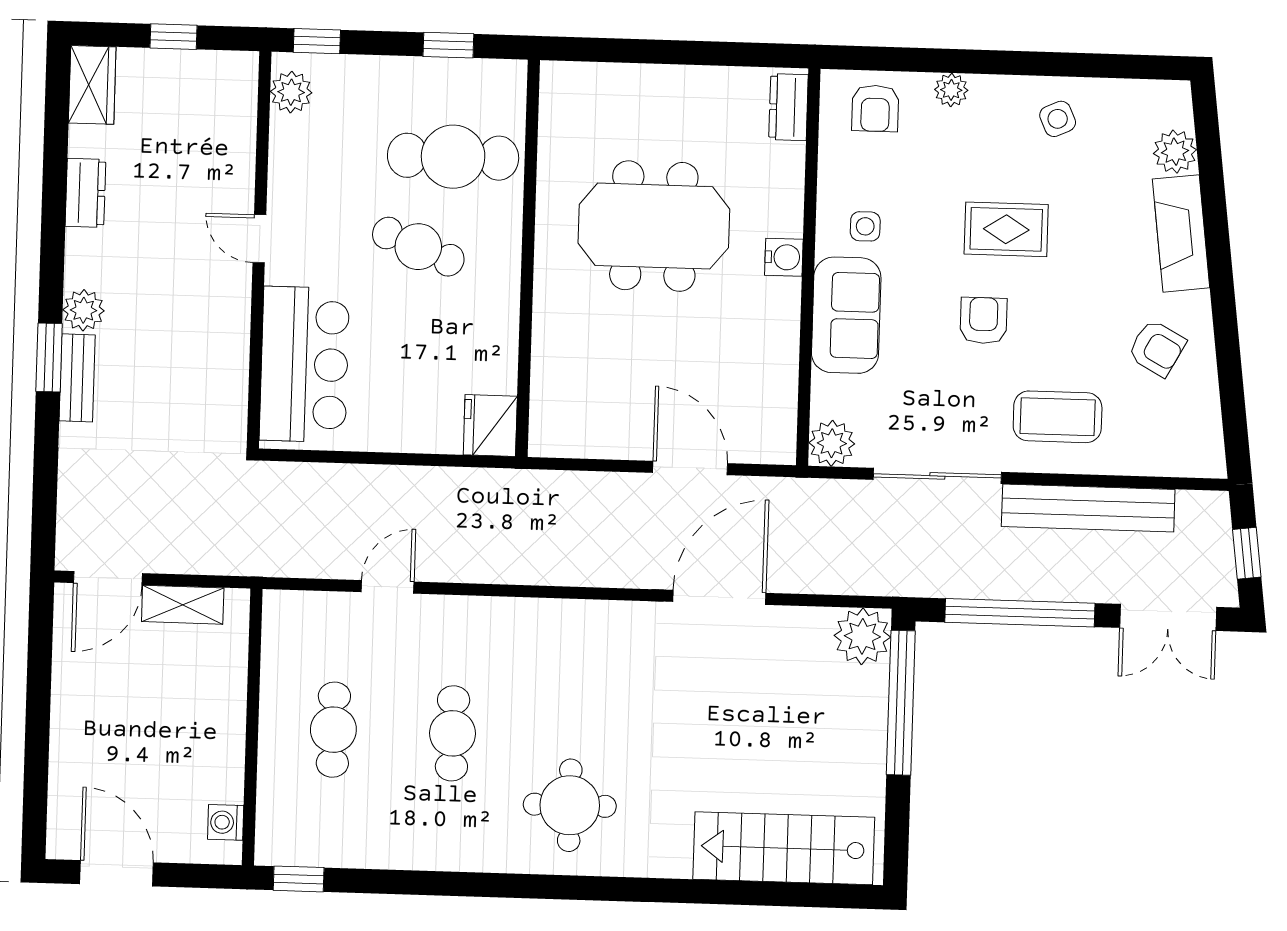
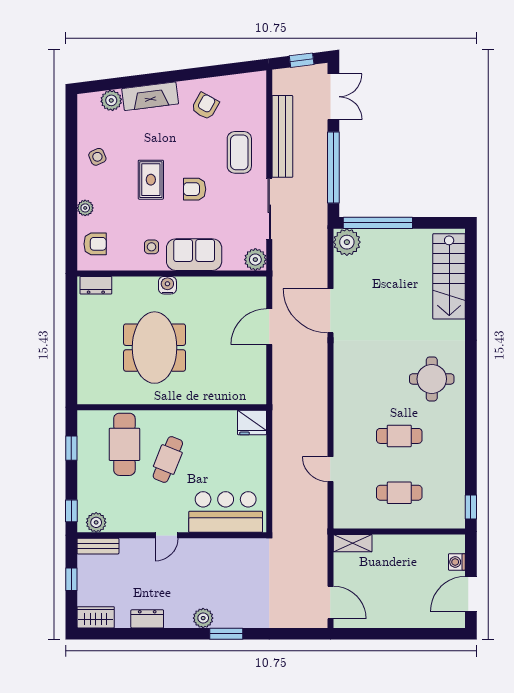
bench: (77, 378) -> (98, 546), moved
shelving: (183, 605) -> (353, 543), moved, turned 90
washing machine: (226, 822) -> (457, 562), moved, turned 90

